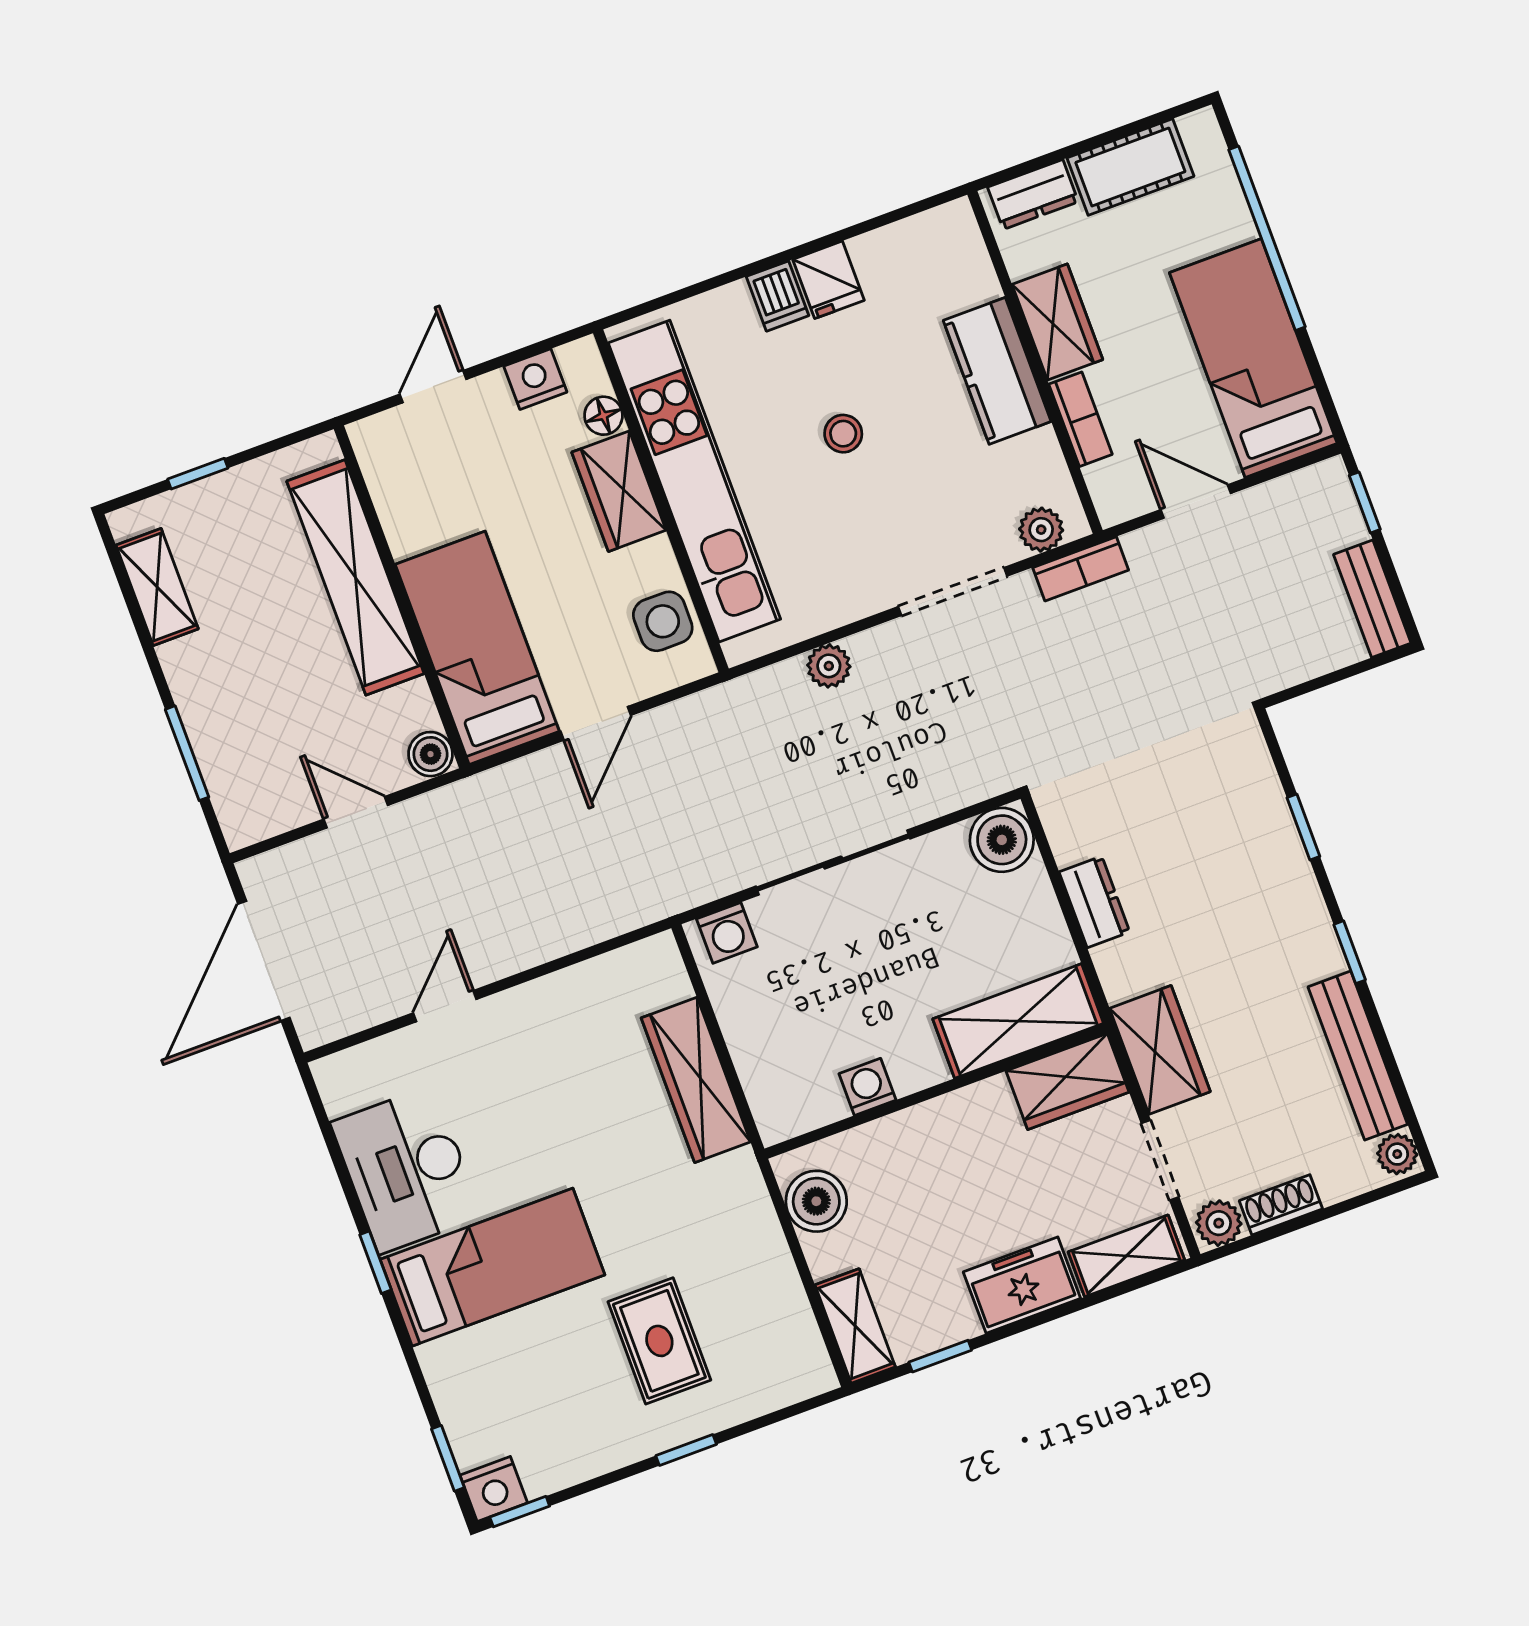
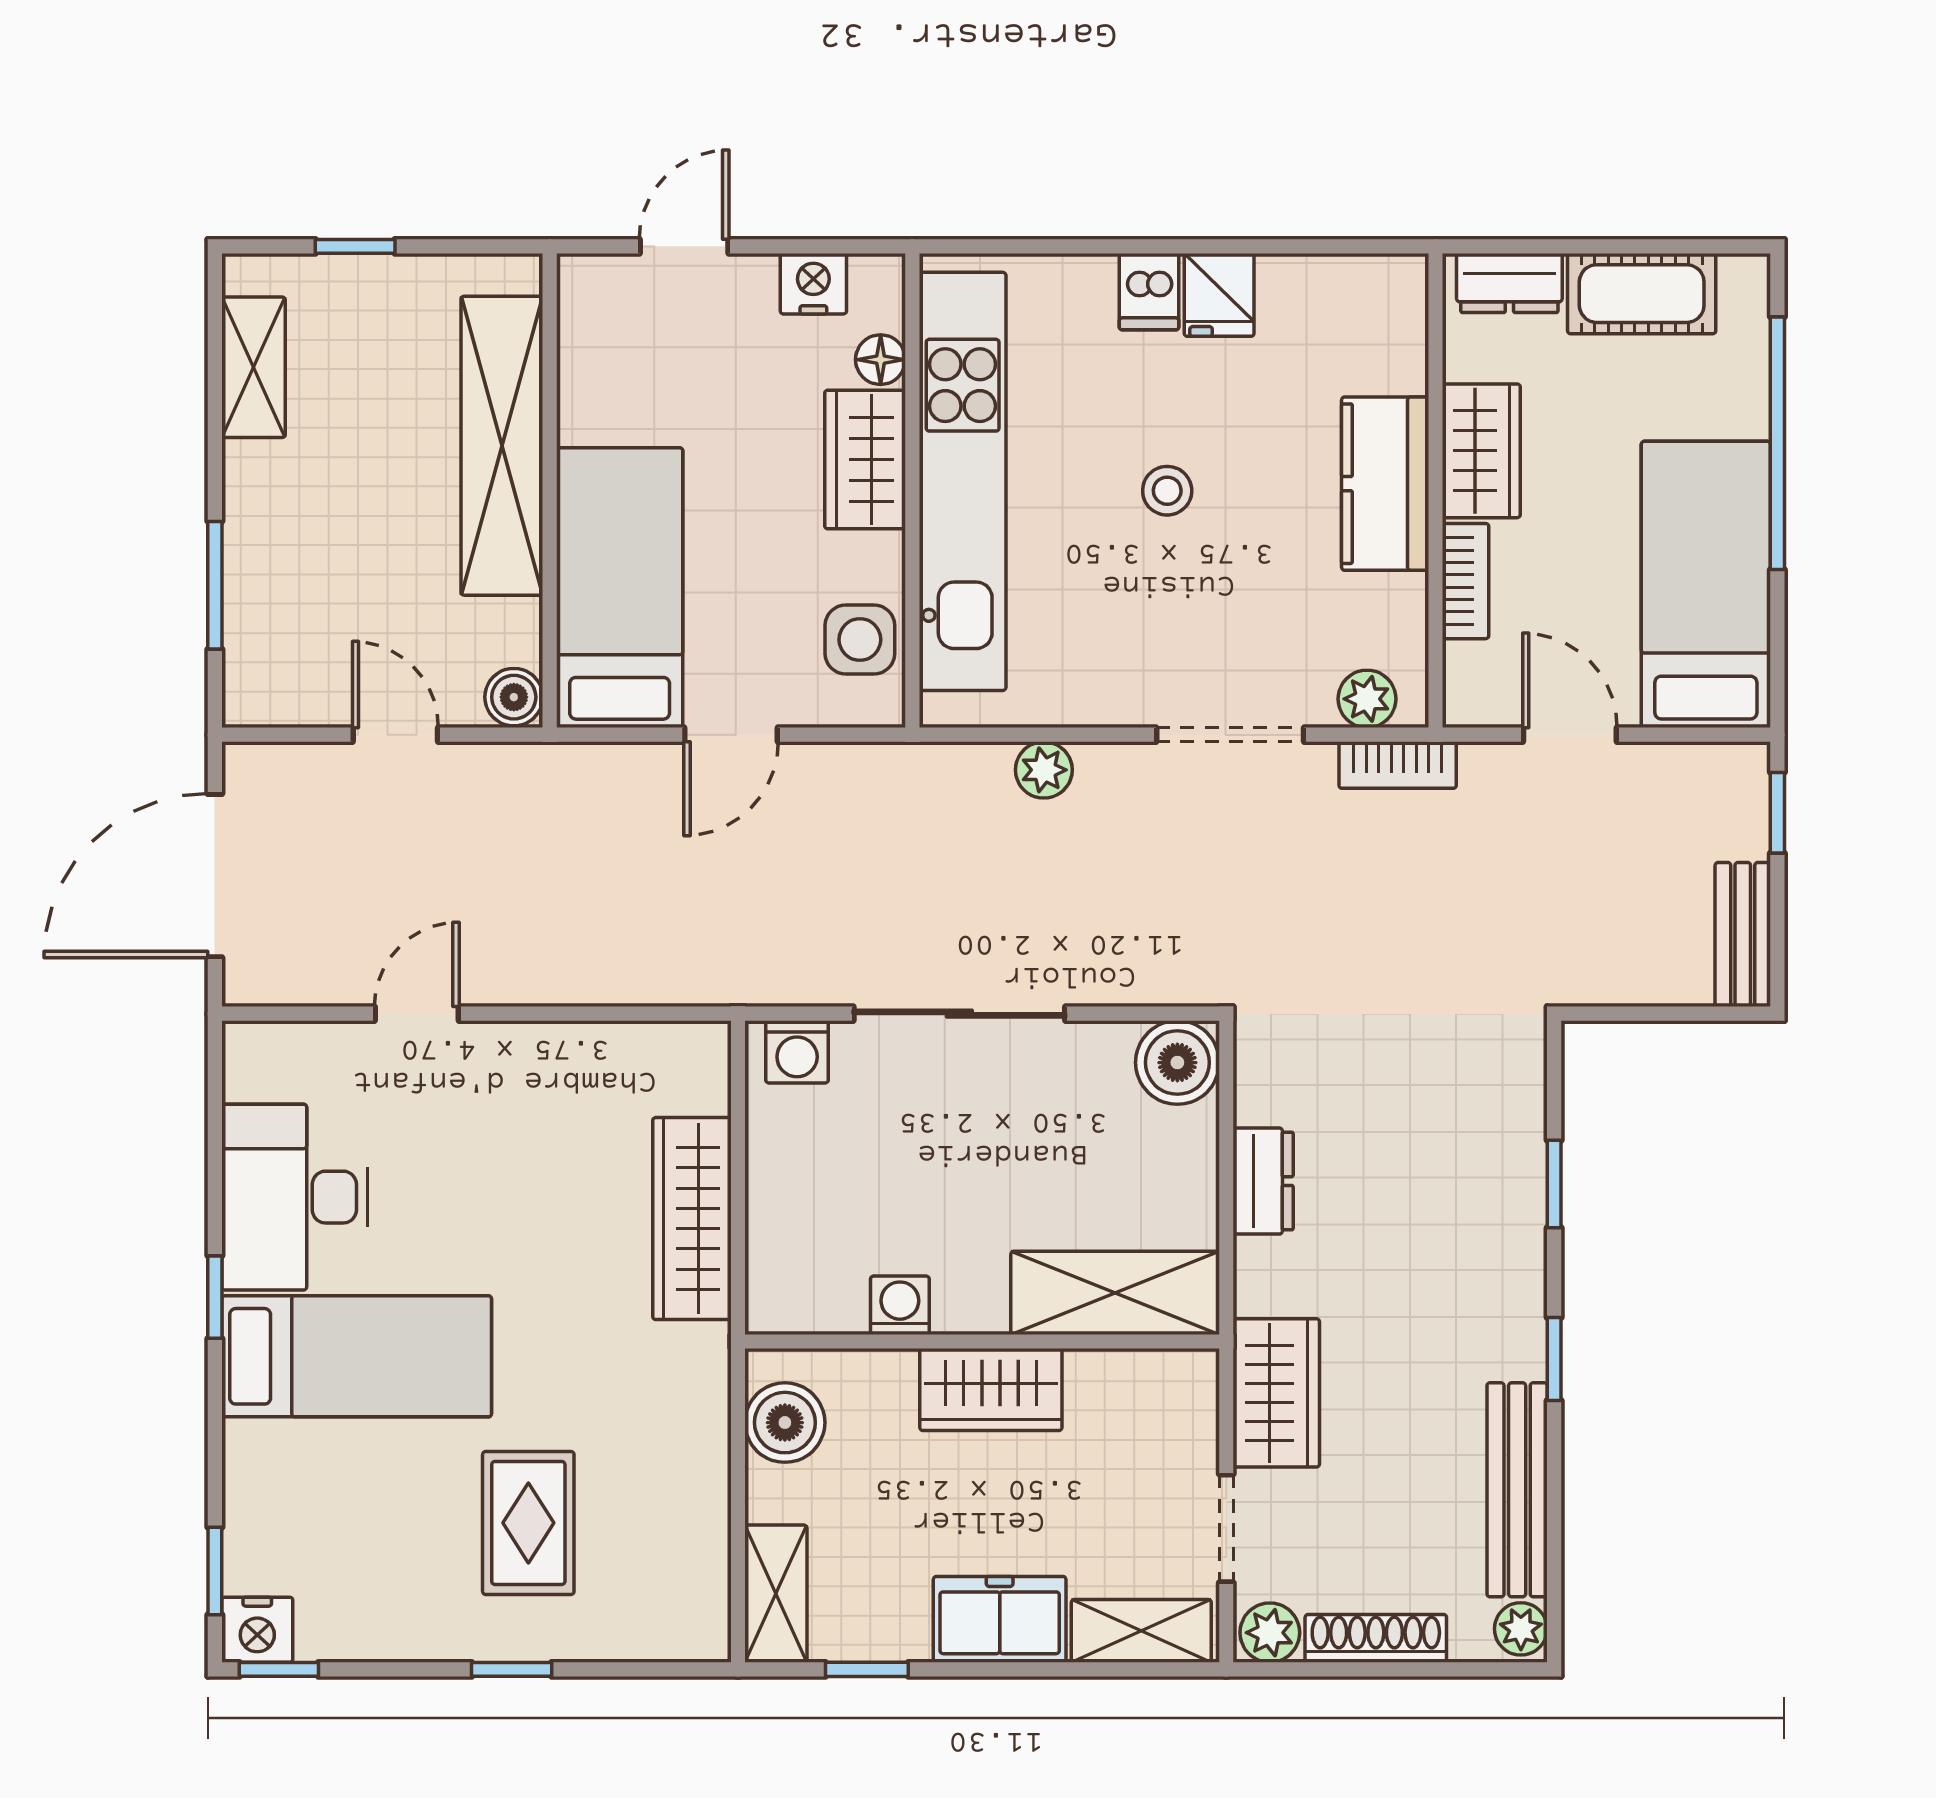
wardrobe: (1068, 1081) -> (991, 1390), moved
shoe rack: (1281, 1205) -> (1376, 1638), width x1.43

